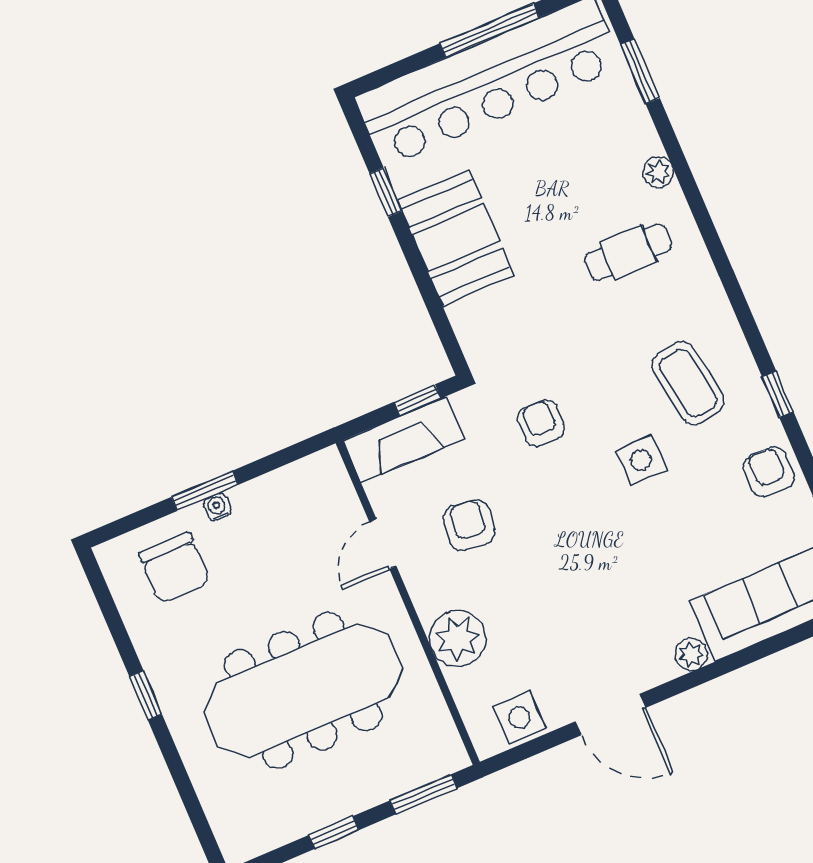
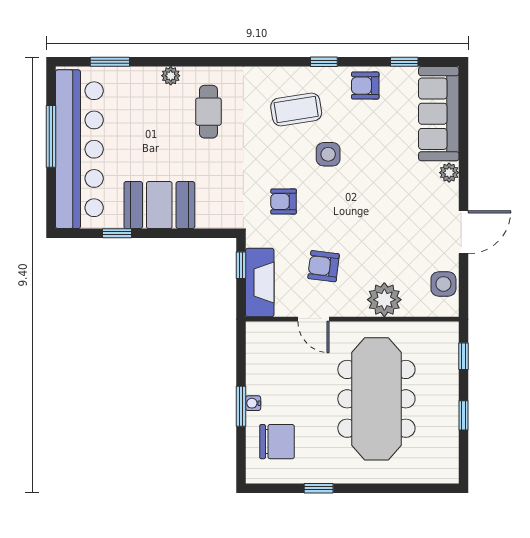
window: (146, 695) -> (319, 488), moved
window: (423, 794) -> (464, 356), width x0.67

